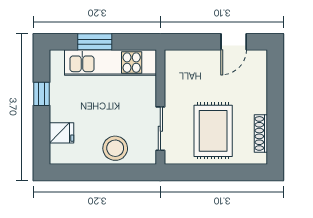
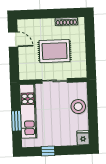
sliding door: (160, 129) -> (55, 81), moved
rug: (213, 131) -> (55, 51), moved
fridge: (62, 133) -> (83, 138), moved

